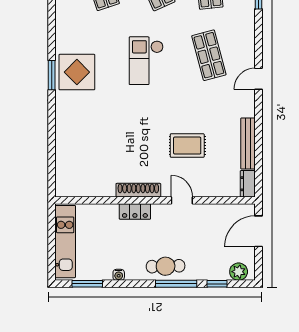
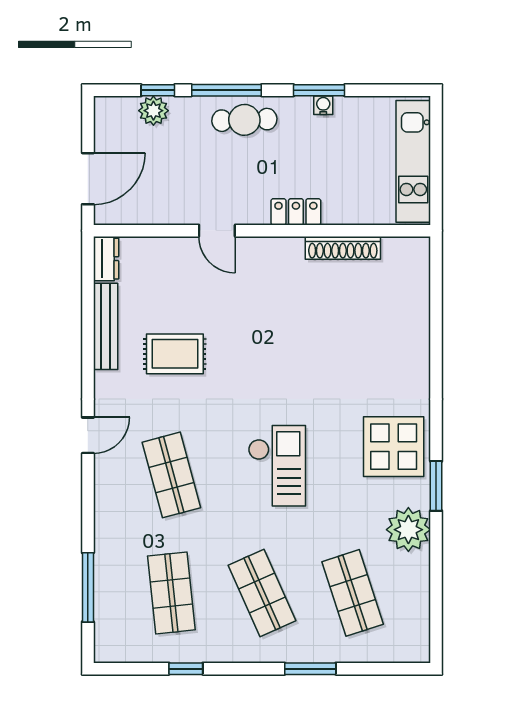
plant: (68, 23) -> (408, 530), added
window: (52, 75) -> (436, 486), moved
rug: (187, 146) -> (175, 354), moved
shoe rack: (138, 190) -> (343, 248), moved
plant: (239, 272) -> (153, 111), moved
window: (87, 284) -> (319, 90), moved

